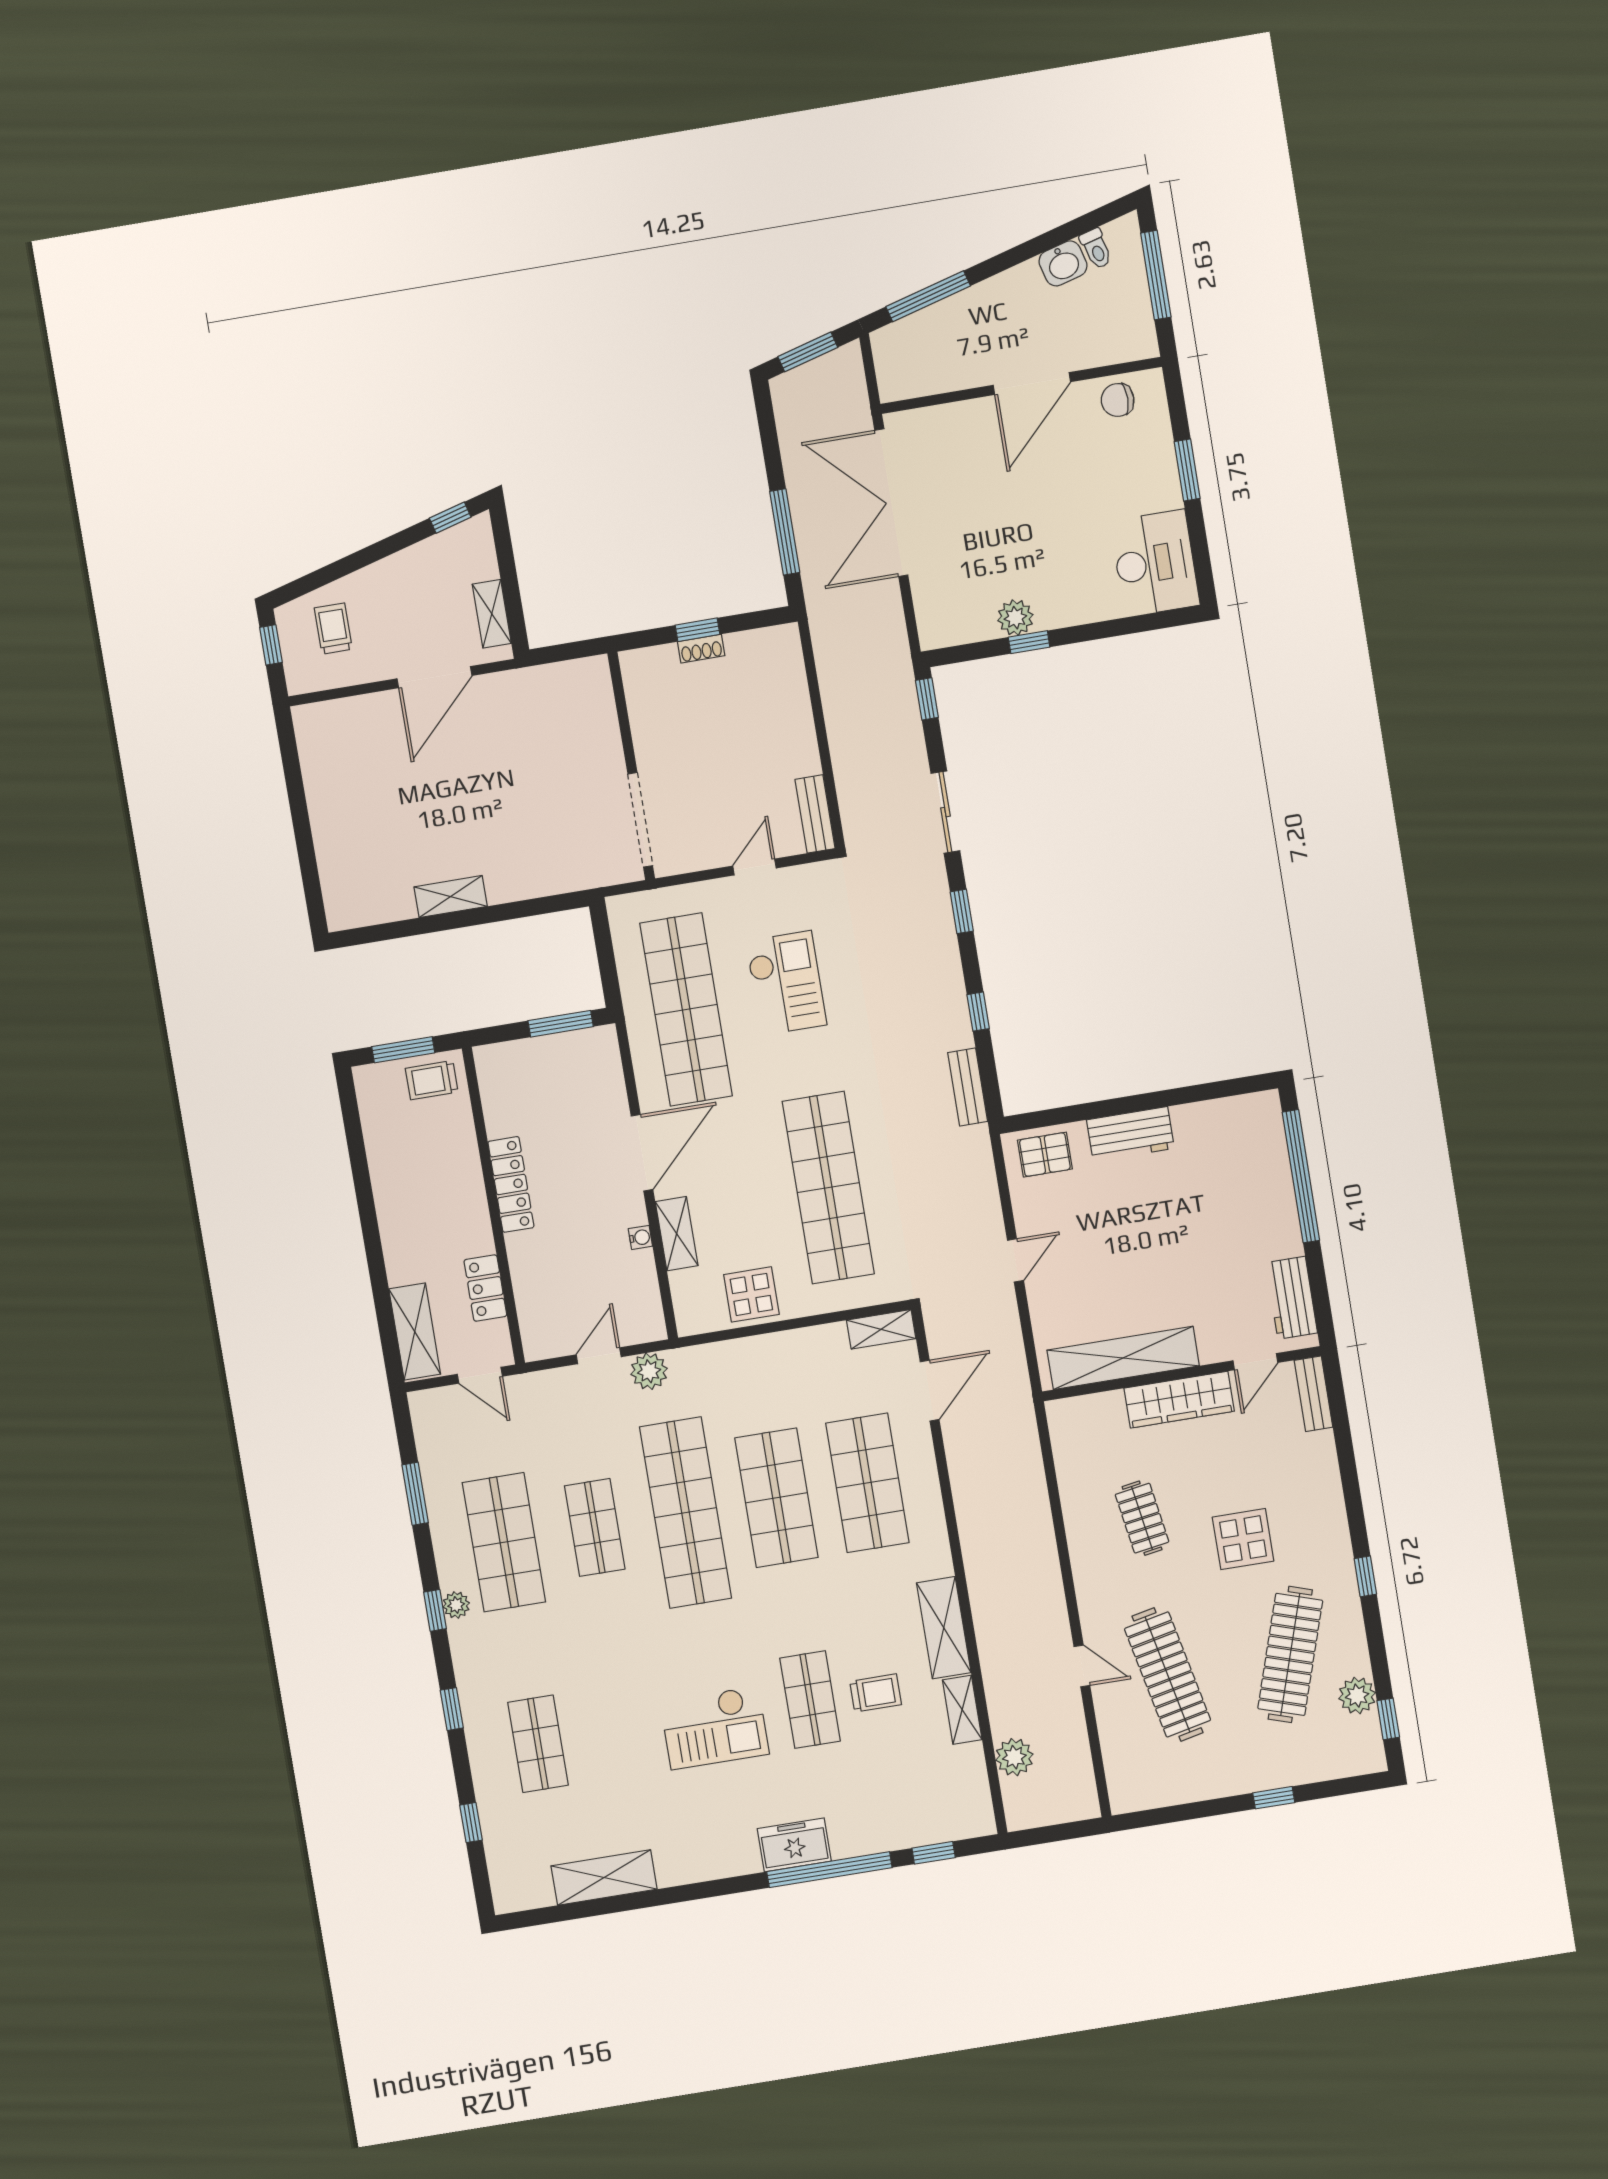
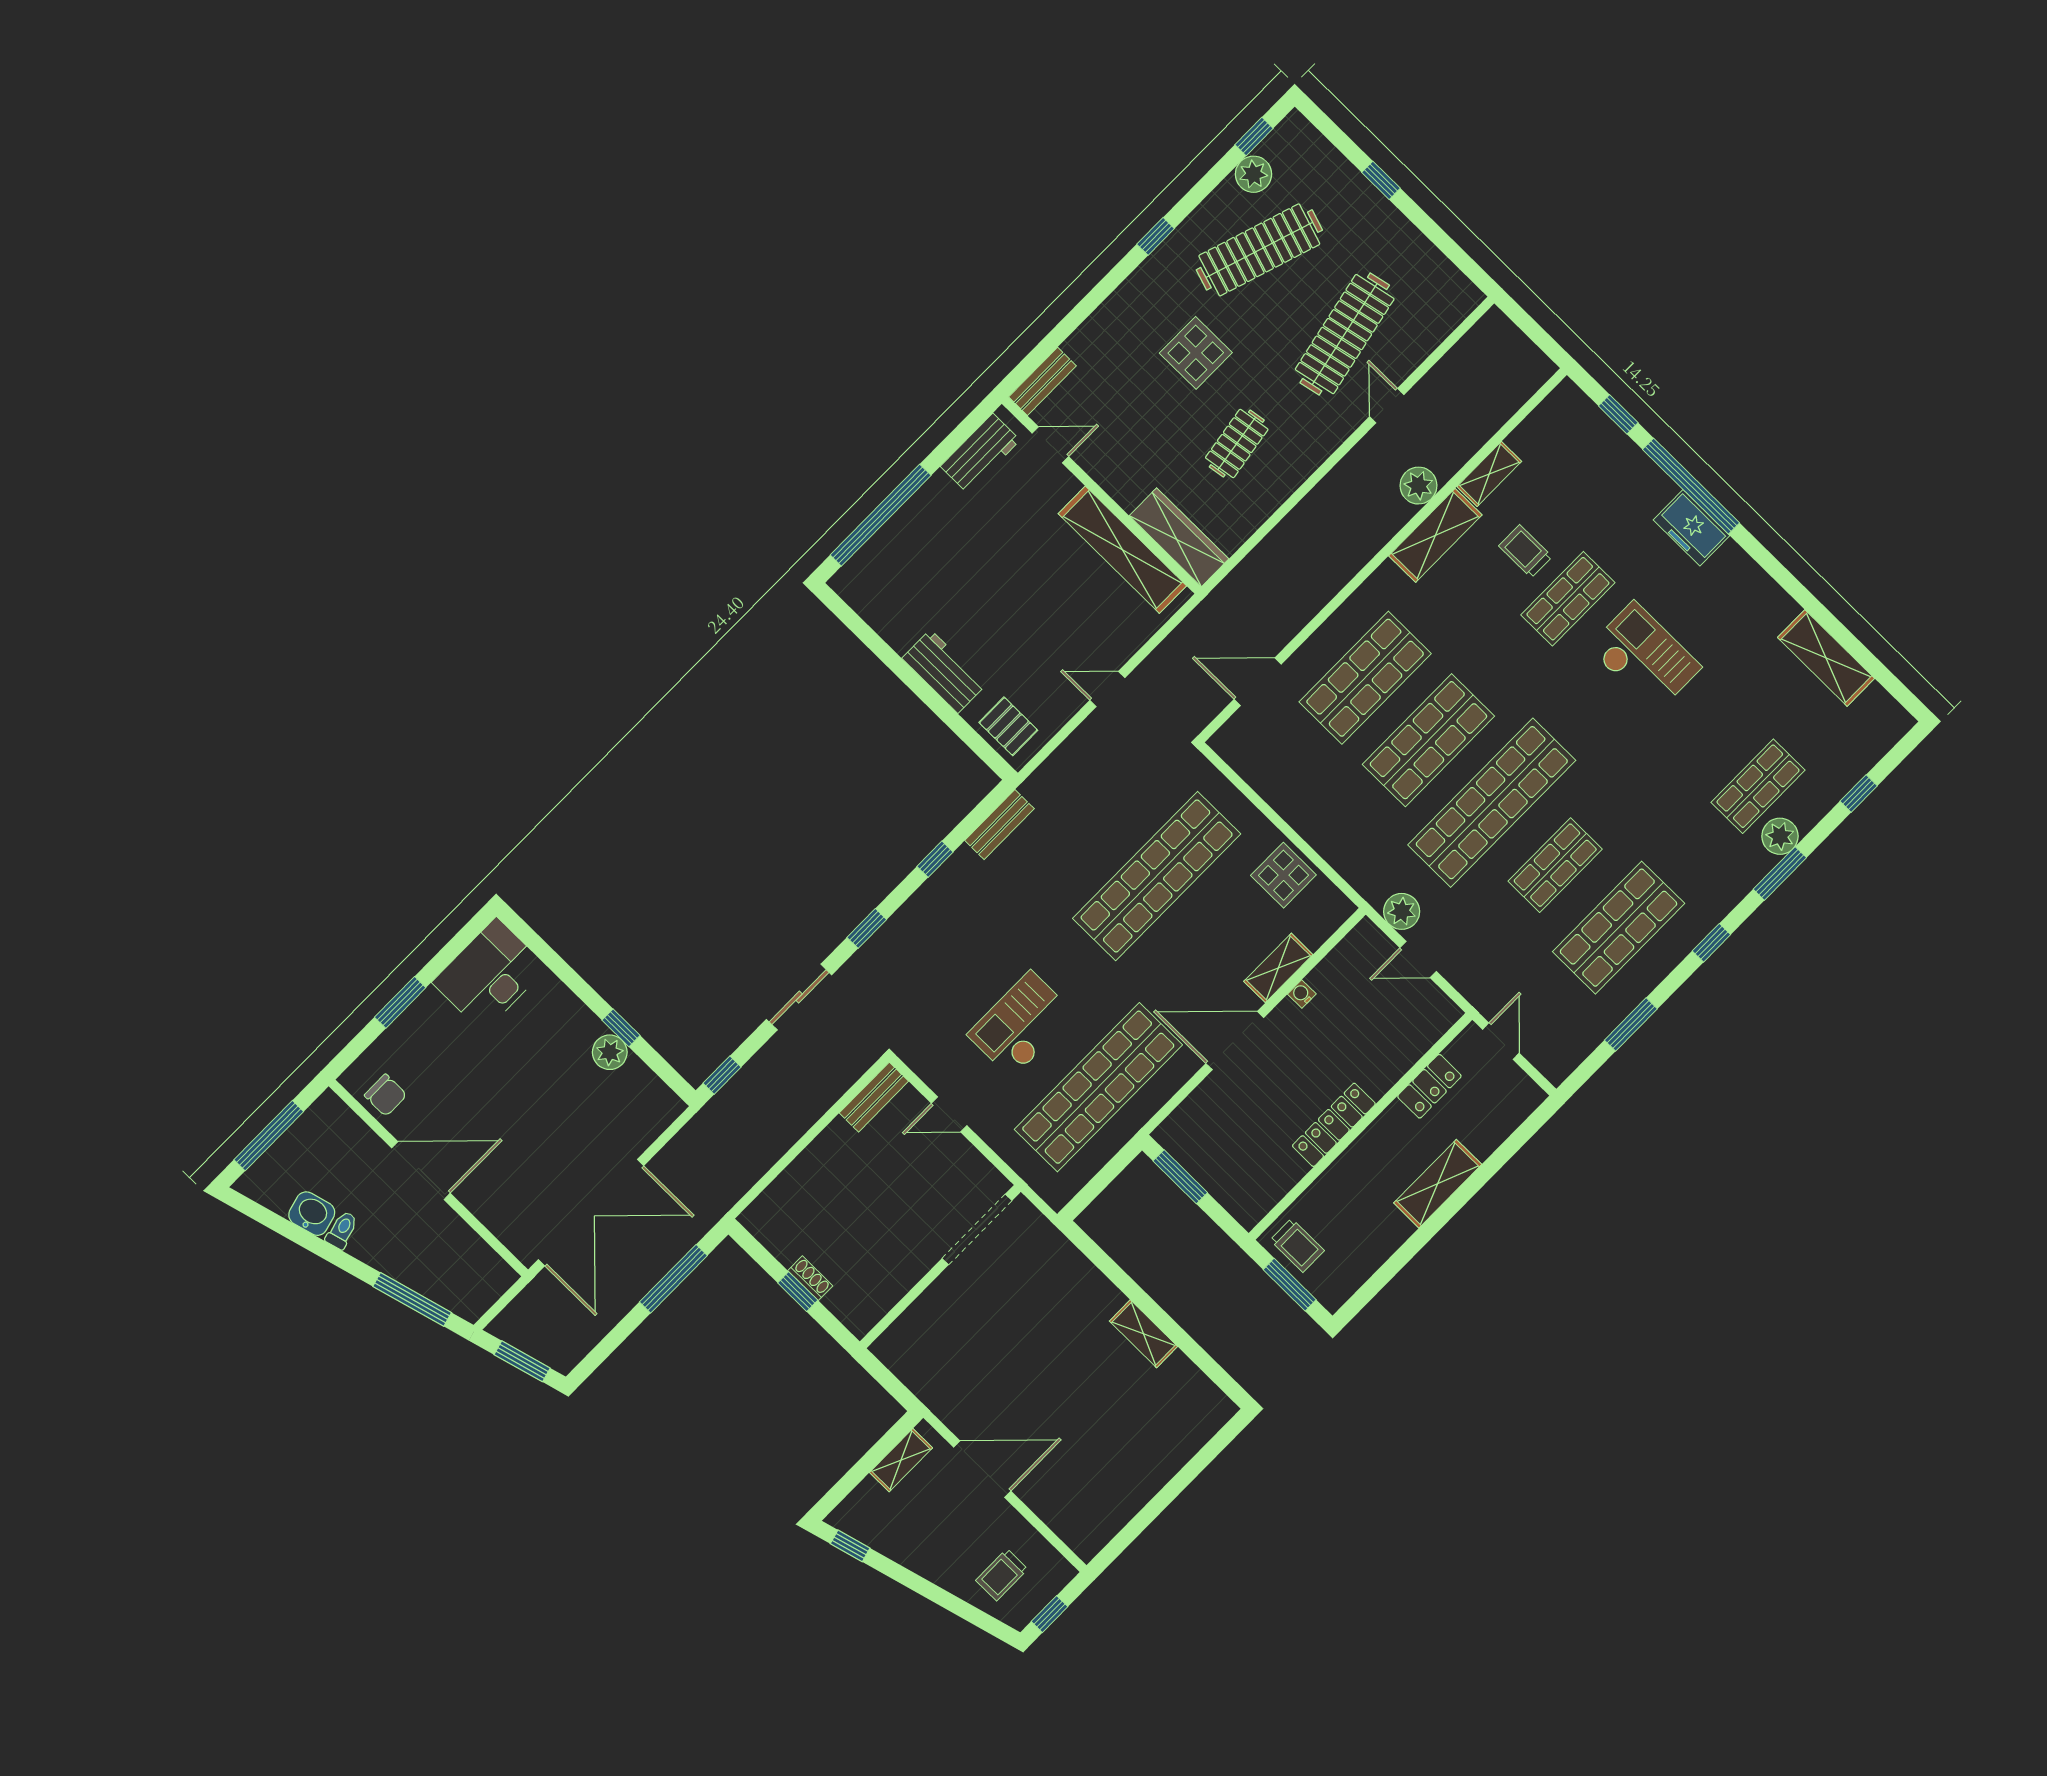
toilet: (1096, 249) -> (342, 1230), moved
shelving: (881, 1329) -> (1237, 754), removed
shelving: (415, 1332) -> (1438, 1184), moved
wardrobe: (1179, 1400) -> (1179, 537), moved
plant: (456, 1605) -> (1780, 836), moved, width x1.38, depth x1.38
window: (452, 1709) -> (1780, 873), width x1.50
plant: (1014, 1757) -> (1418, 486), moved

